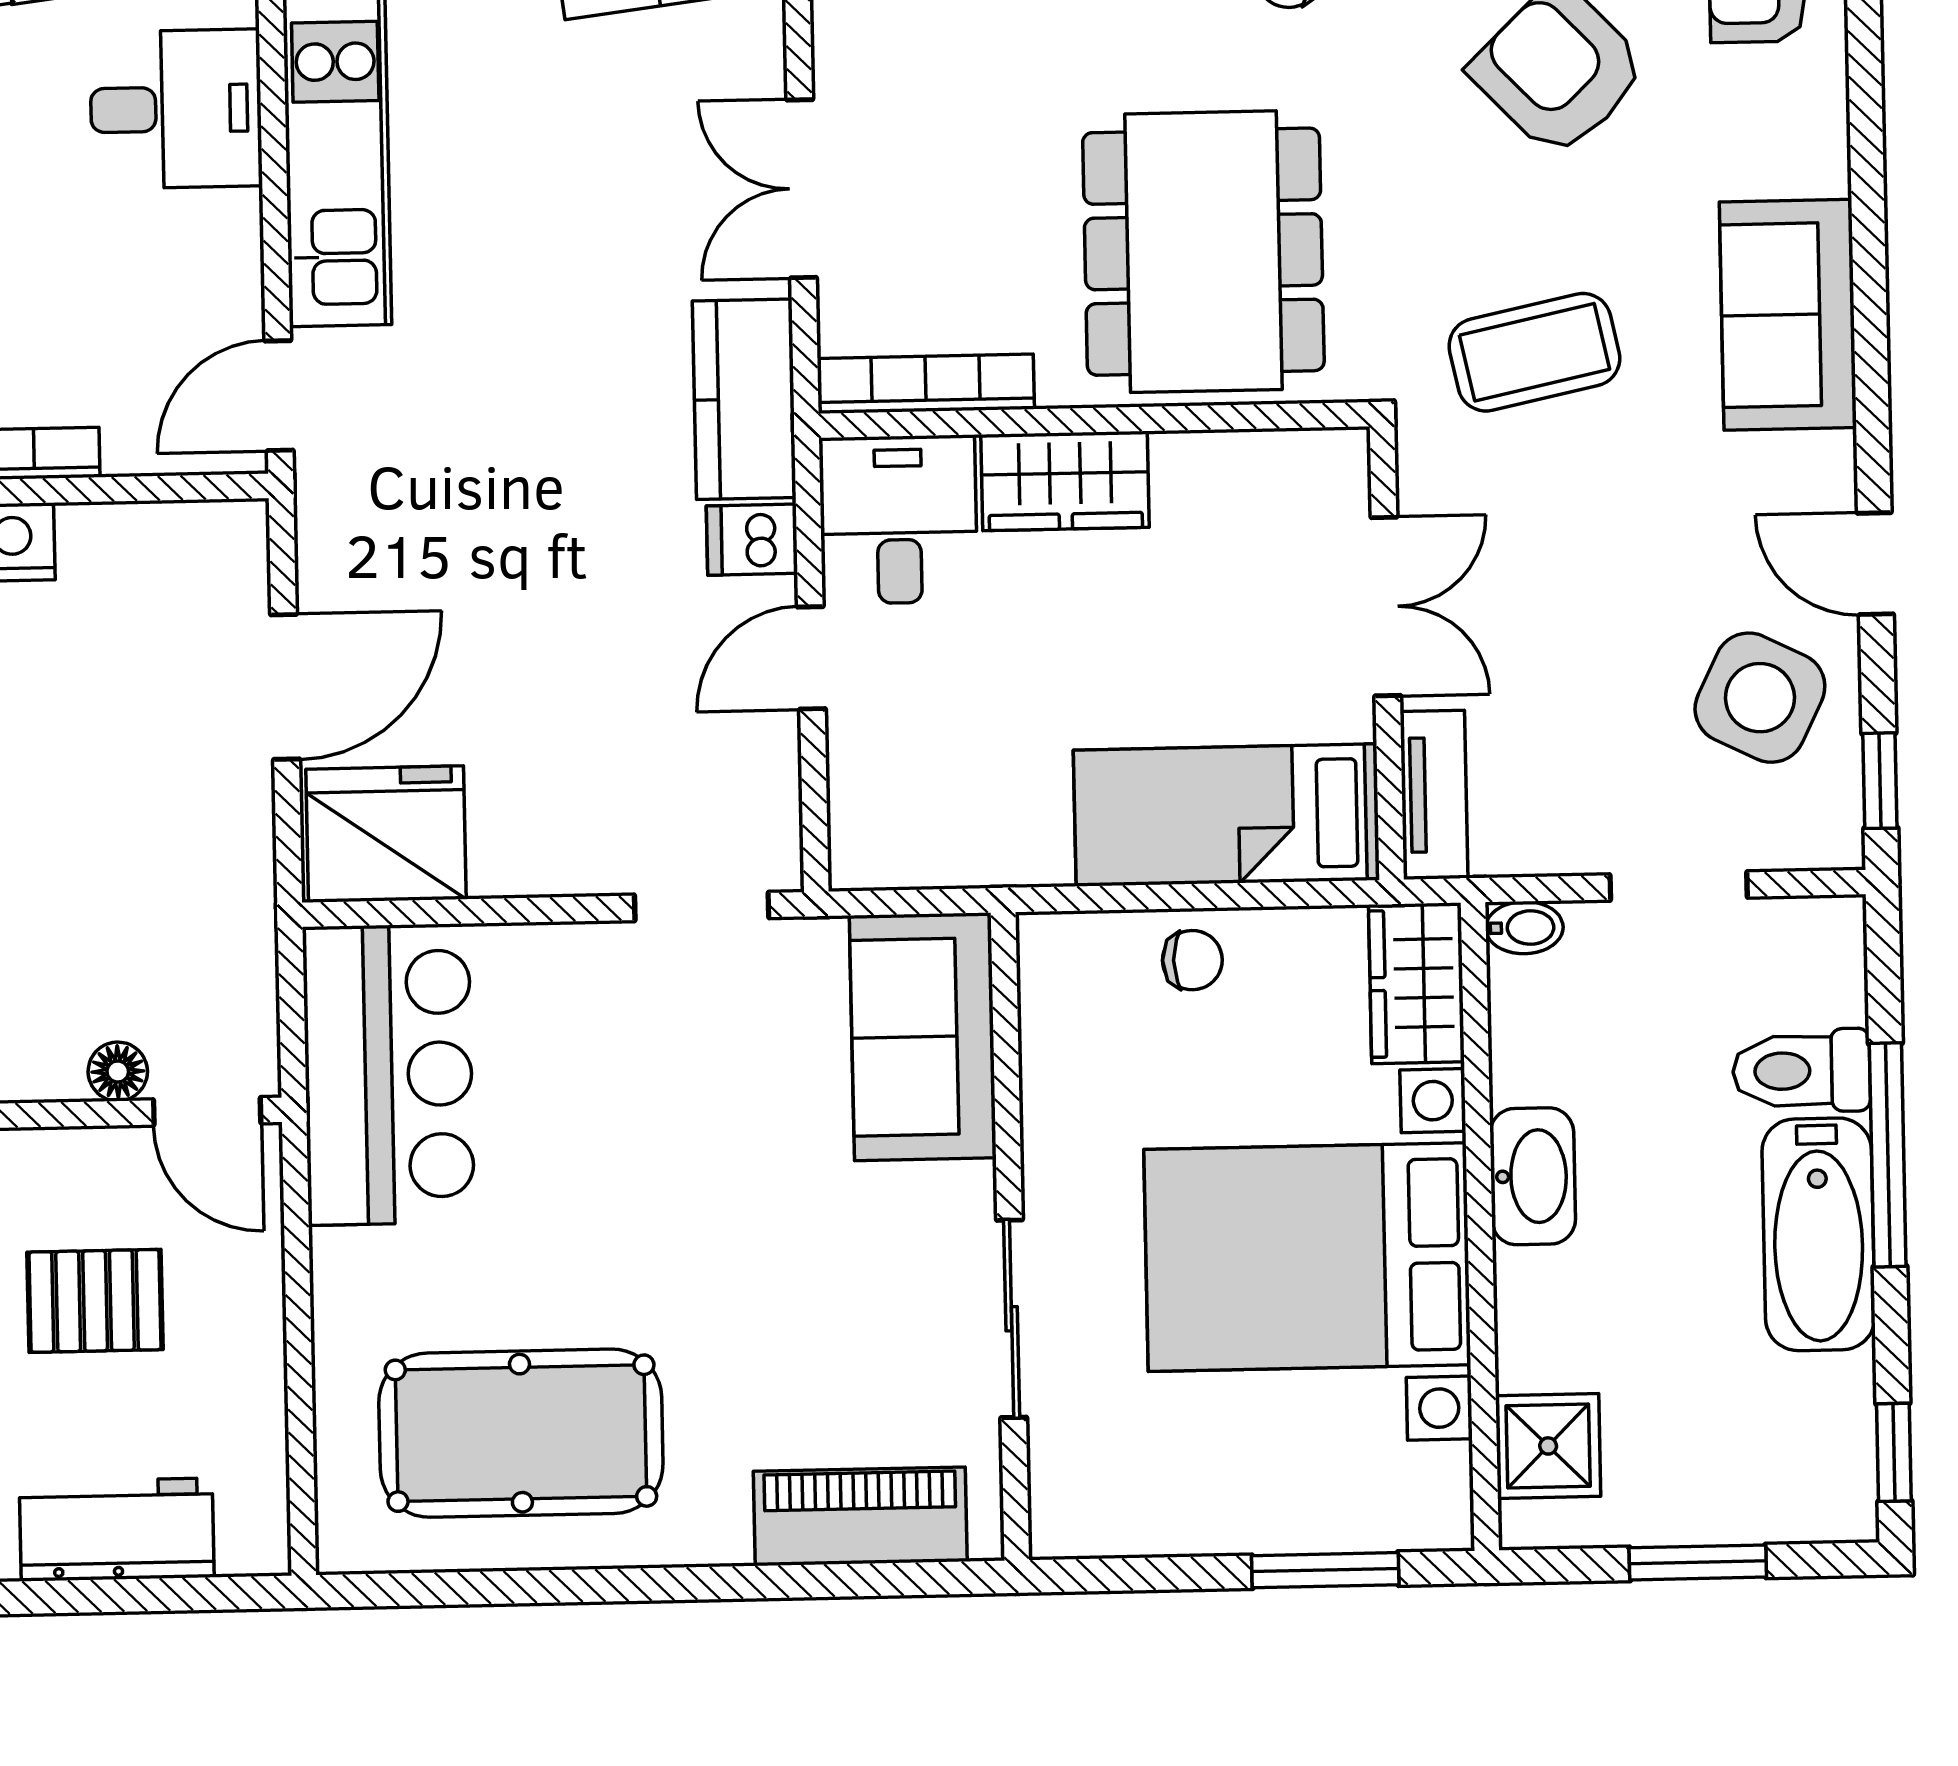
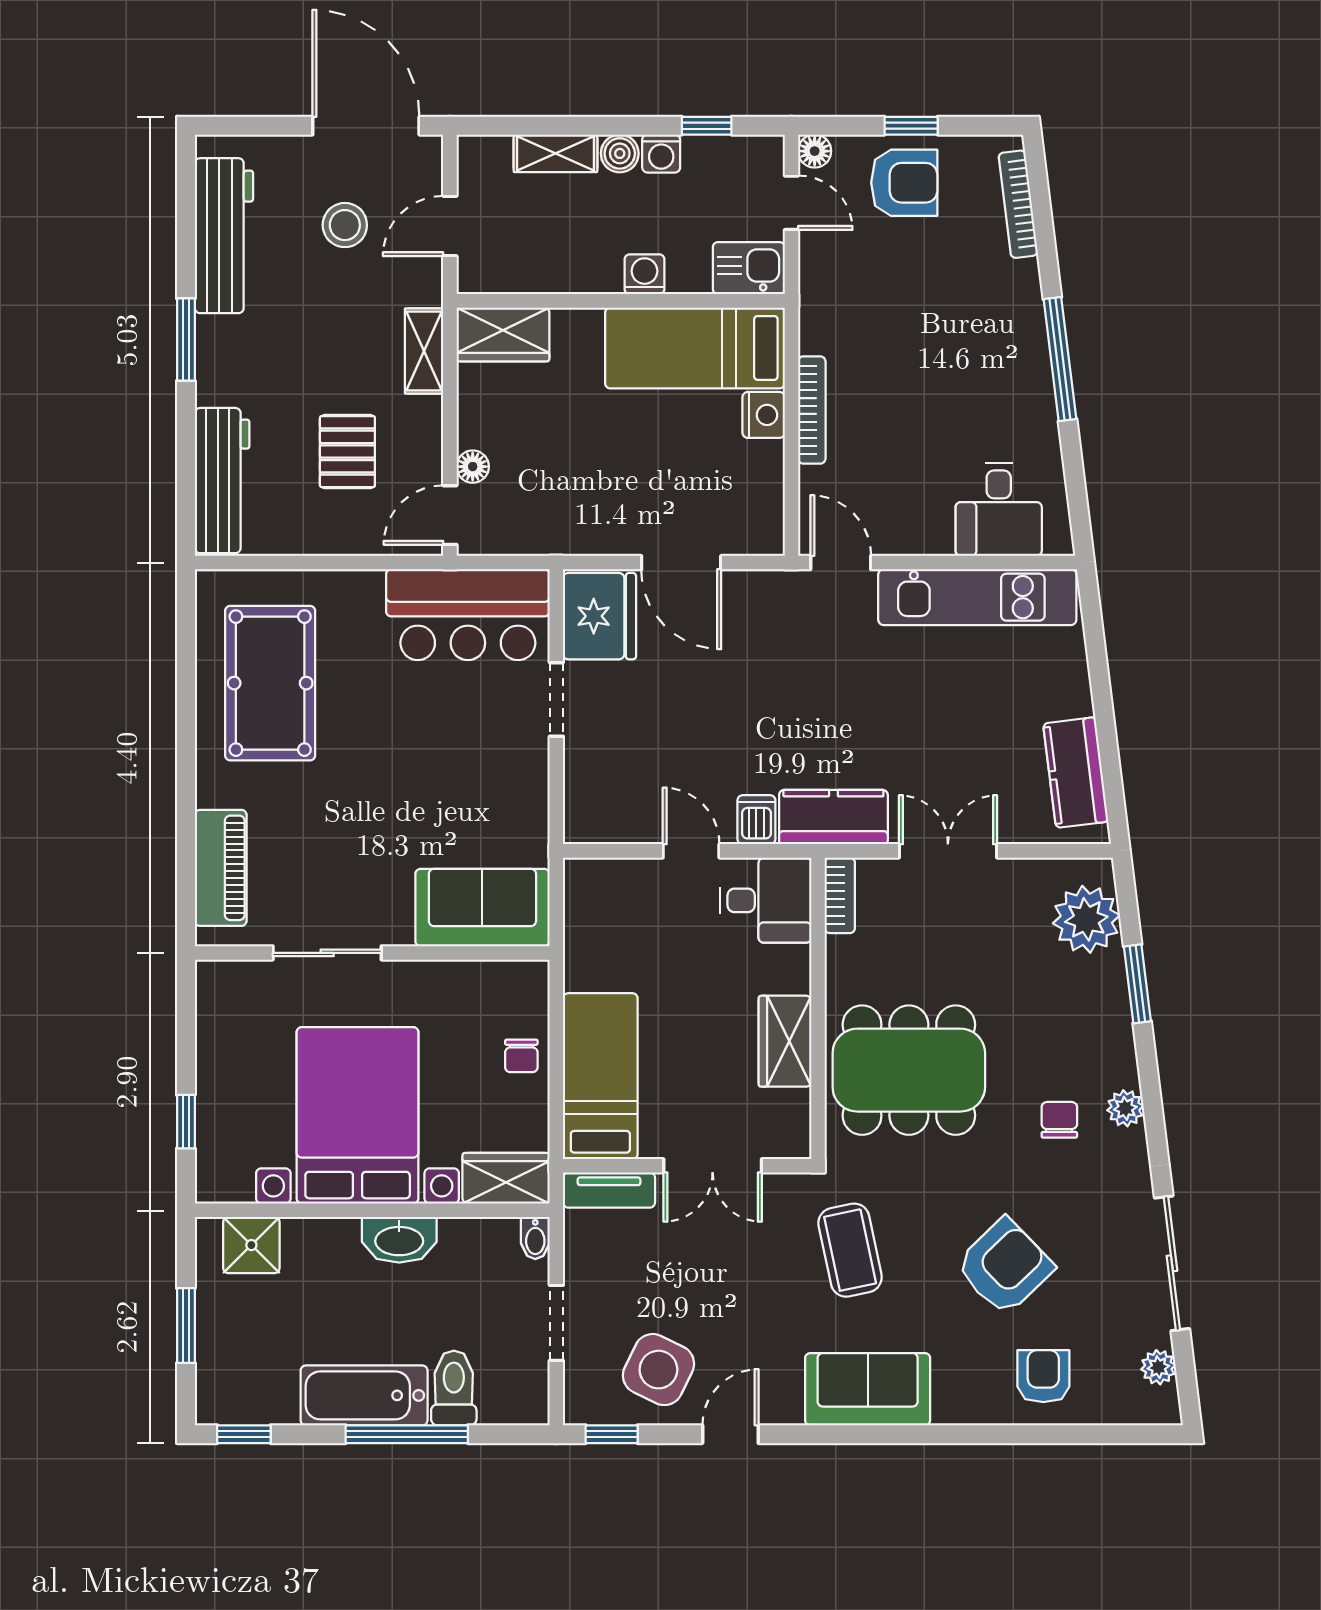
bookcase: (926, 384) -> (840, 895), width x0.64
wardrobe: (1065, 481) -> (785, 1041), moved
doorway: (702, 906) -> (556, 699), moved
workbench: (117, 1529) -> (222, 481), width x1.38
window: (1325, 1570) -> (186, 1122), width x0.67

